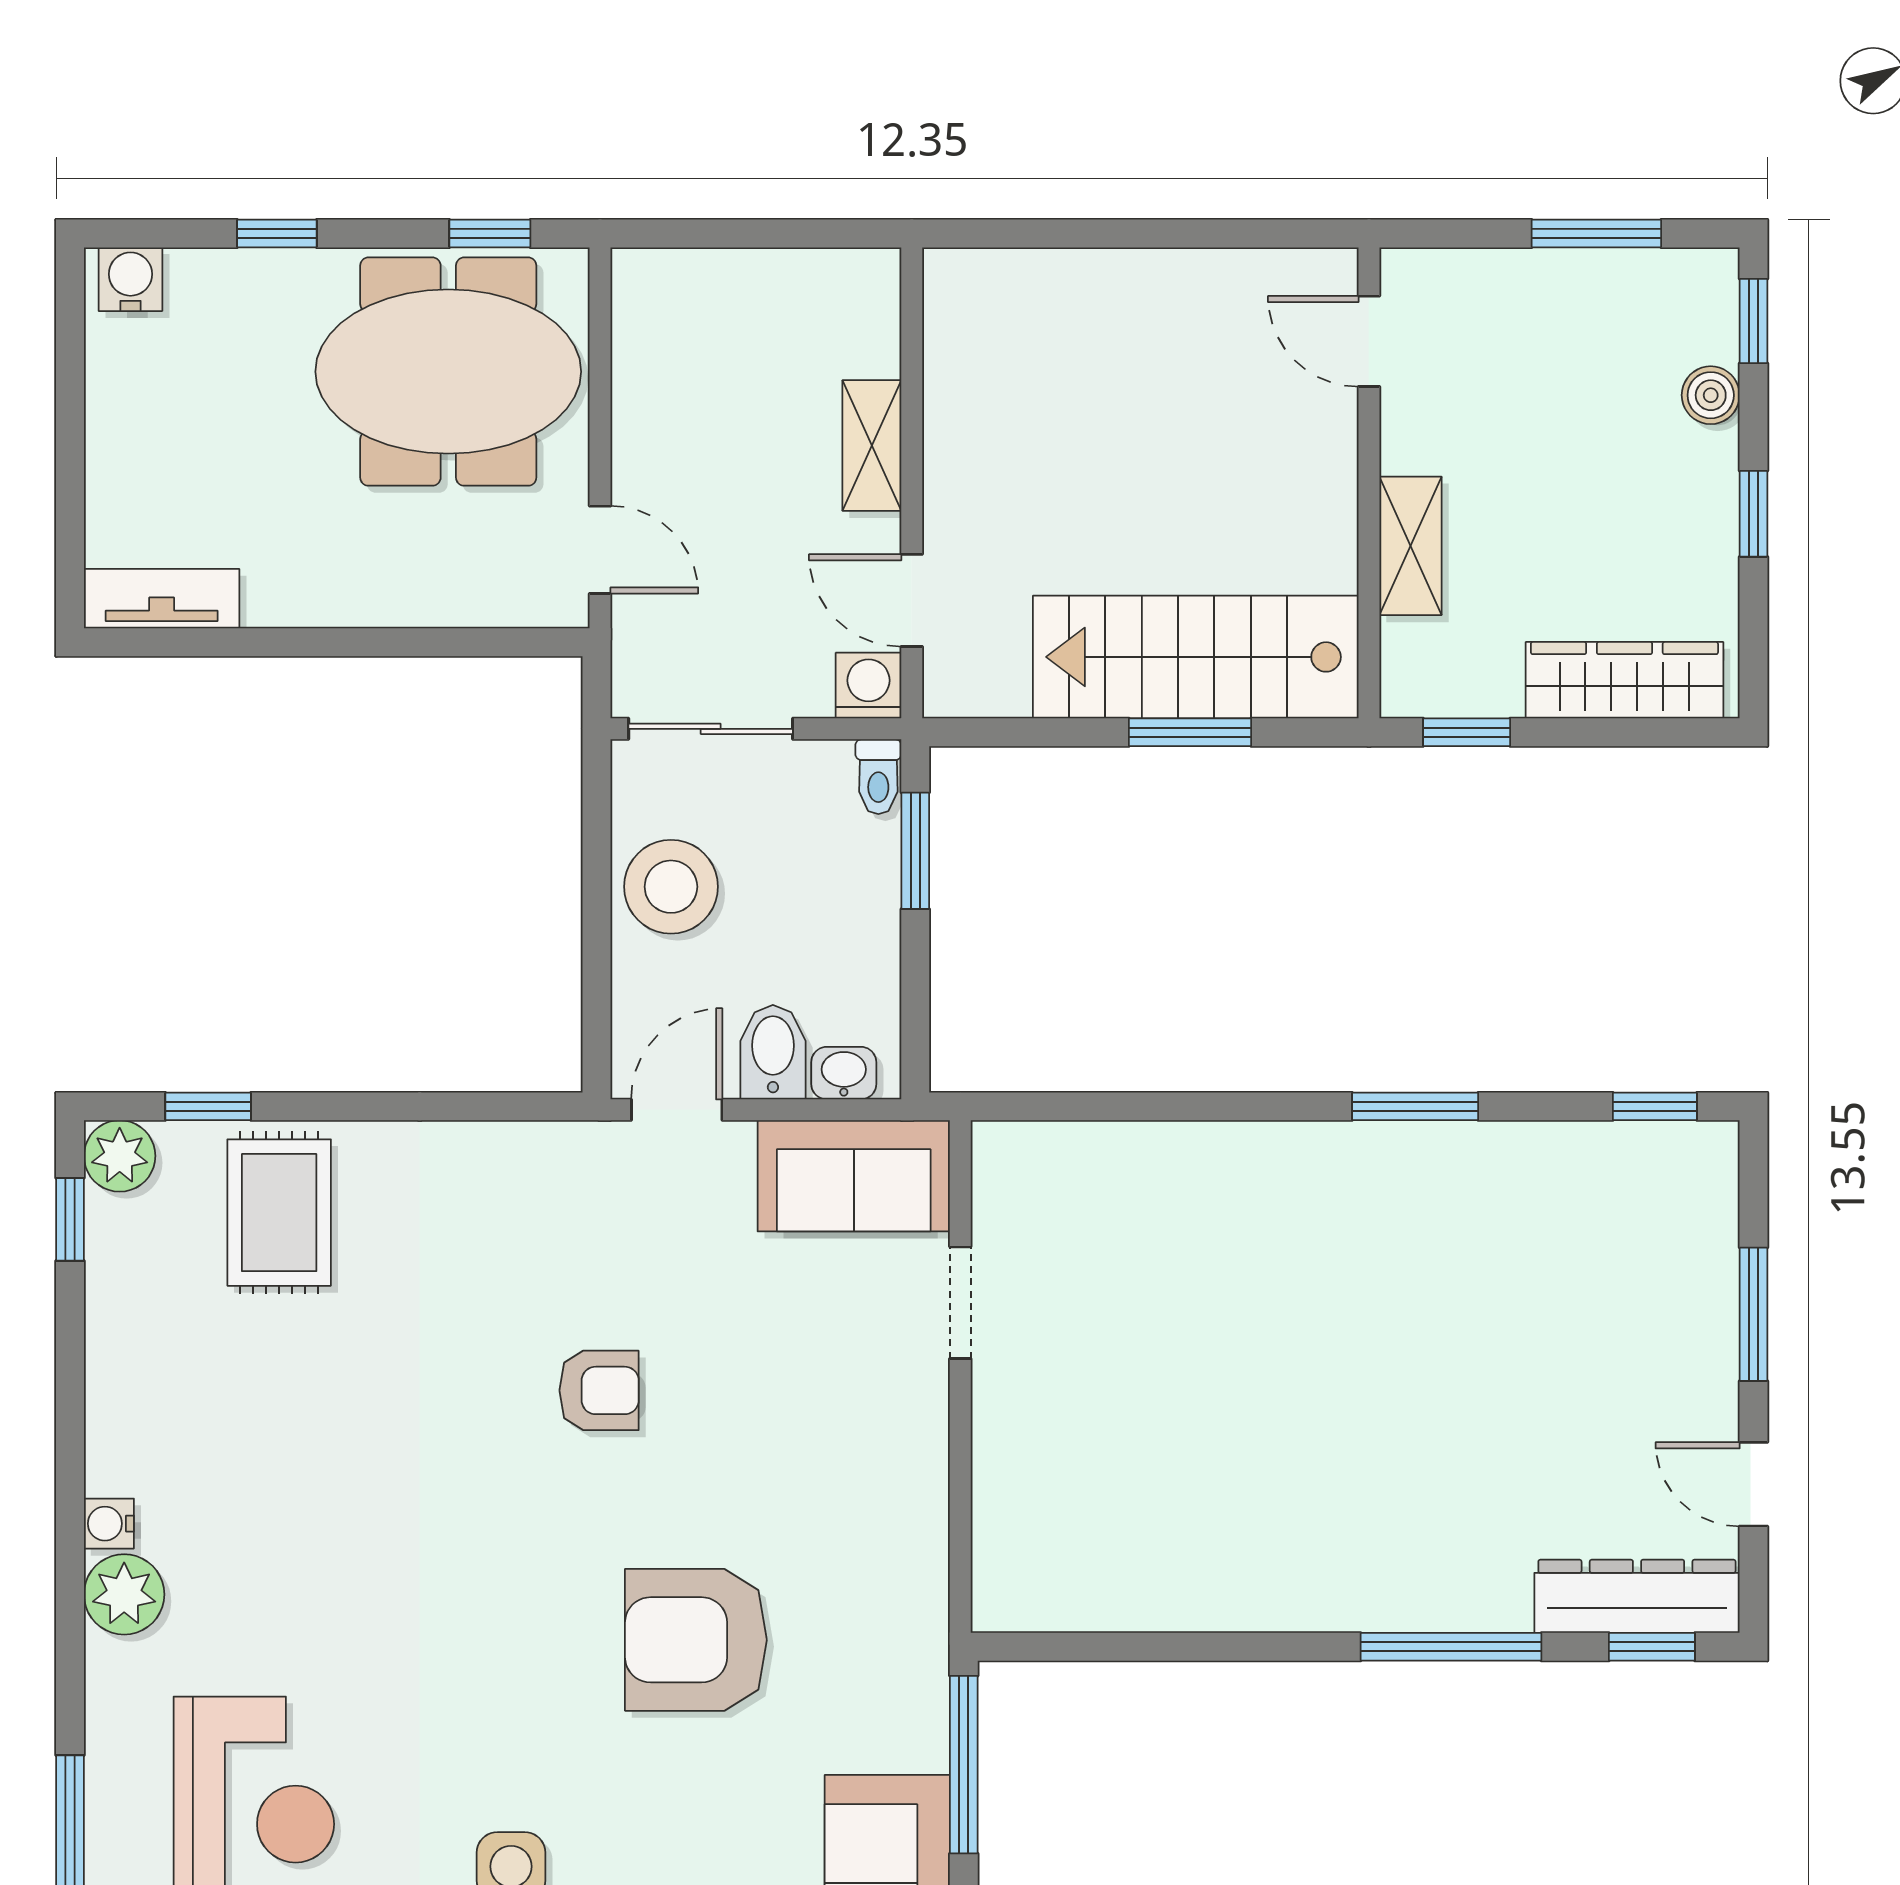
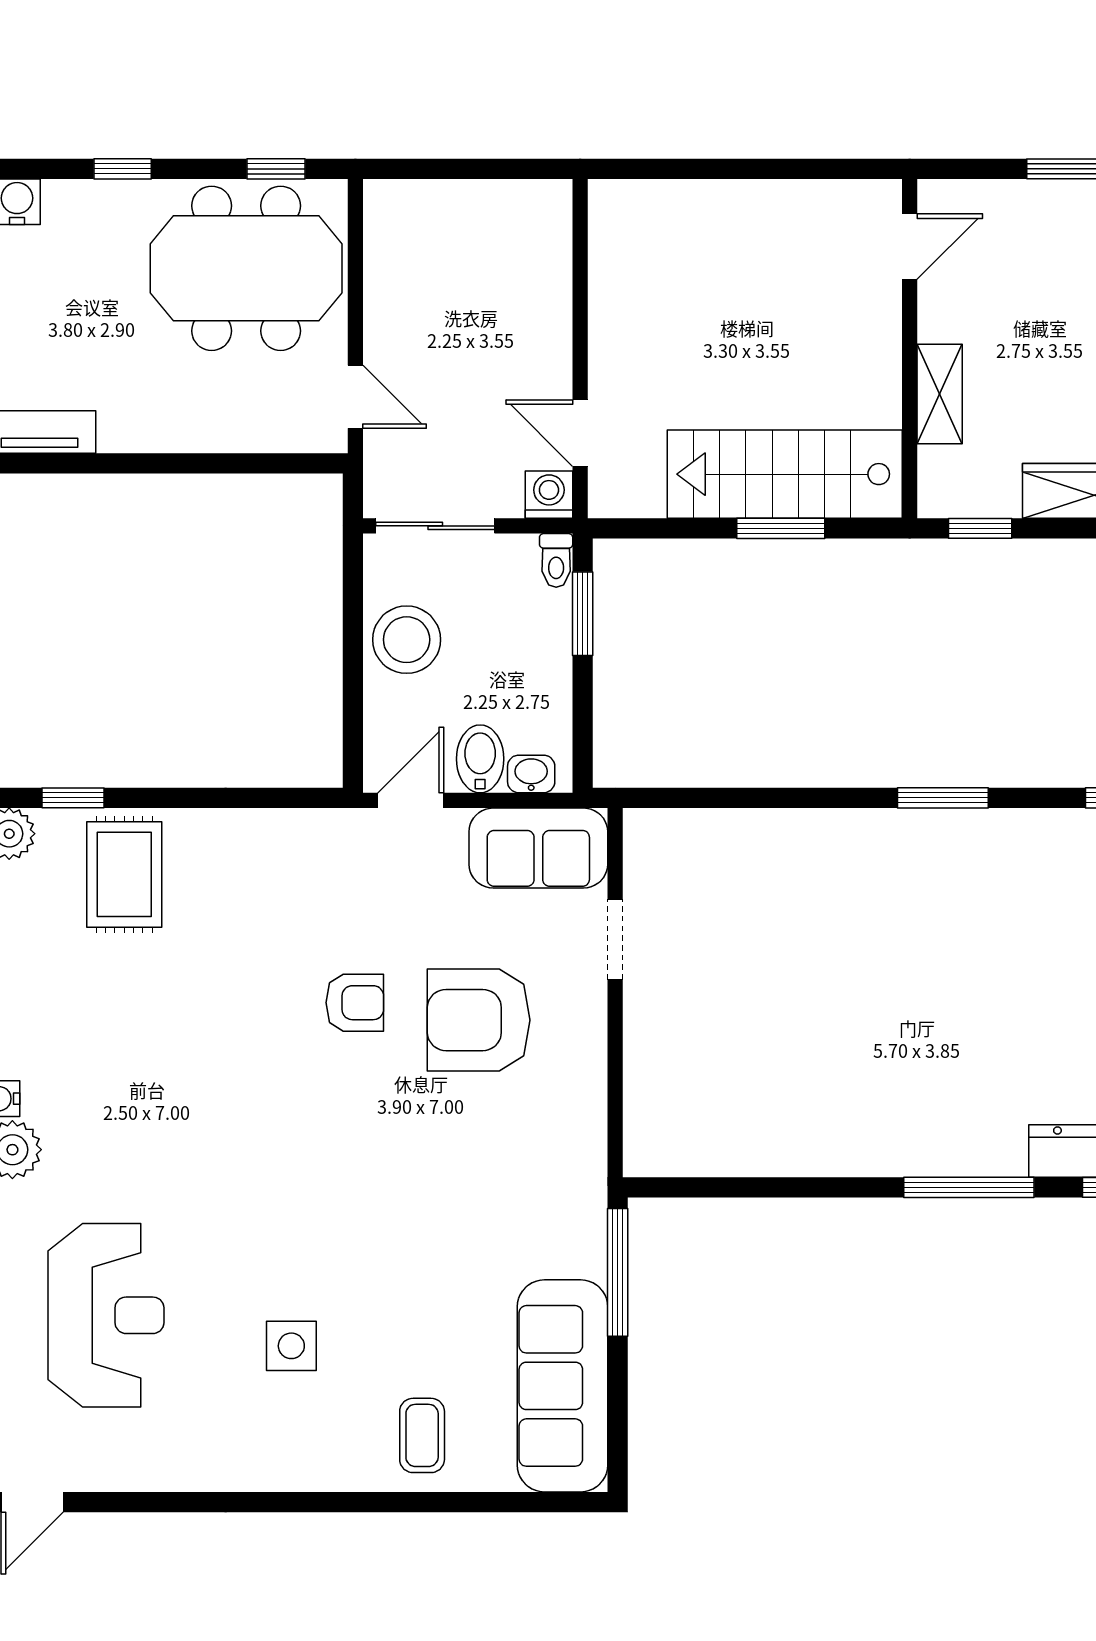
door: (1369, 341) -> (910, 247), swing flipped
shelving: (872, 446) -> (551, 322), removed
armchair: (696, 1640) -> (479, 1020), moved

